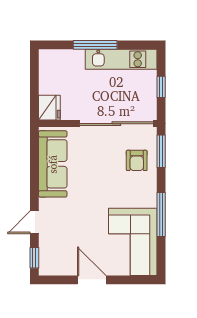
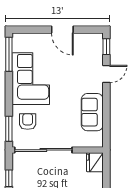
sofa: (53, 164) -> (92, 112), width x0.73
window: (161, 215) -> (9, 54), moved
corner sofa: (133, 242) -> (31, 79), moved

